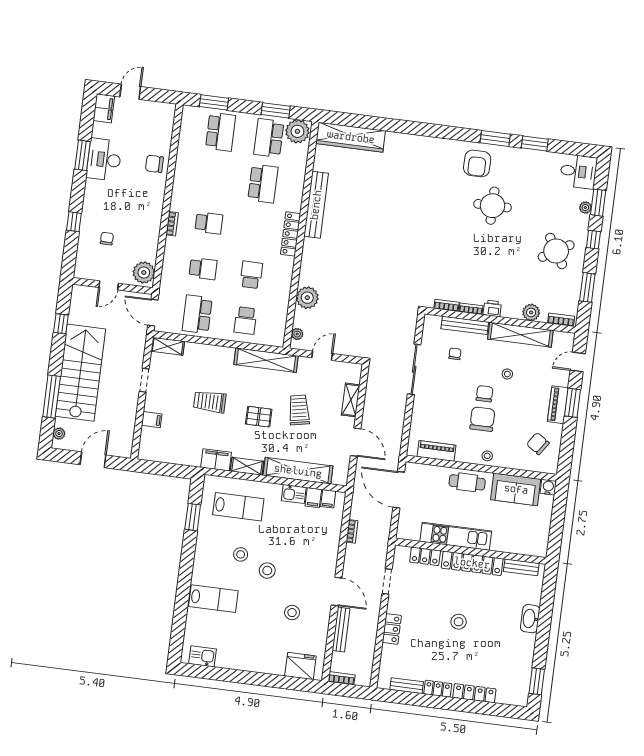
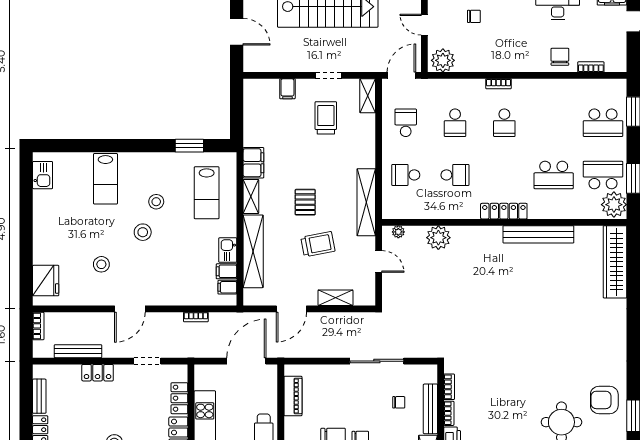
bookcase: (167, 136) -> (591, 67), added
school desk: (197, 314) -> (406, 123), width x0.54
trolley: (210, 402) -> (326, 118), moved
bench: (341, 630) -> (78, 351), moved

